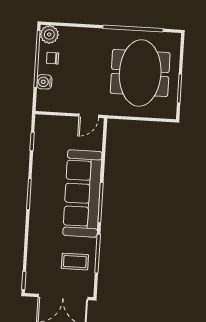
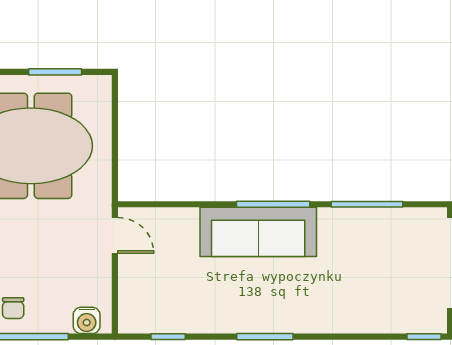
water cooler: (44, 82) -> (87, 320), moved
sofa: (82, 193) -> (258, 232), width x0.74, depth x0.79
coffee table: (75, 262) -> (384, 245), removed

